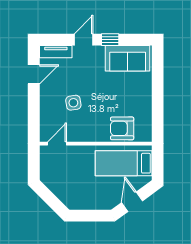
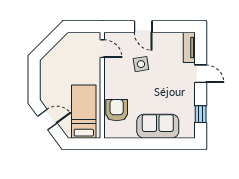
window: (110, 40) -> (201, 114), moved
sofa: (128, 58) -> (158, 126), moved, turned 90
door: (34, 74) -> (143, 27), moved

